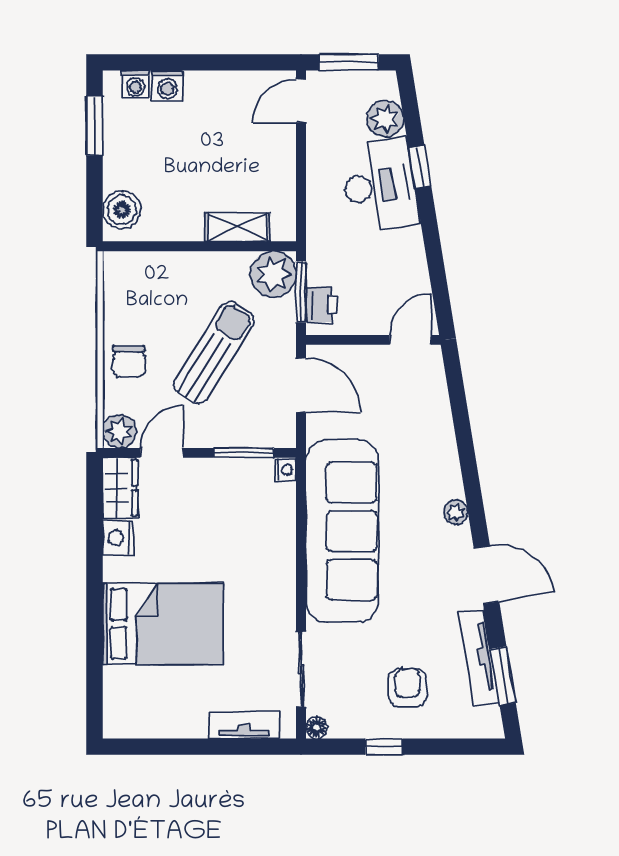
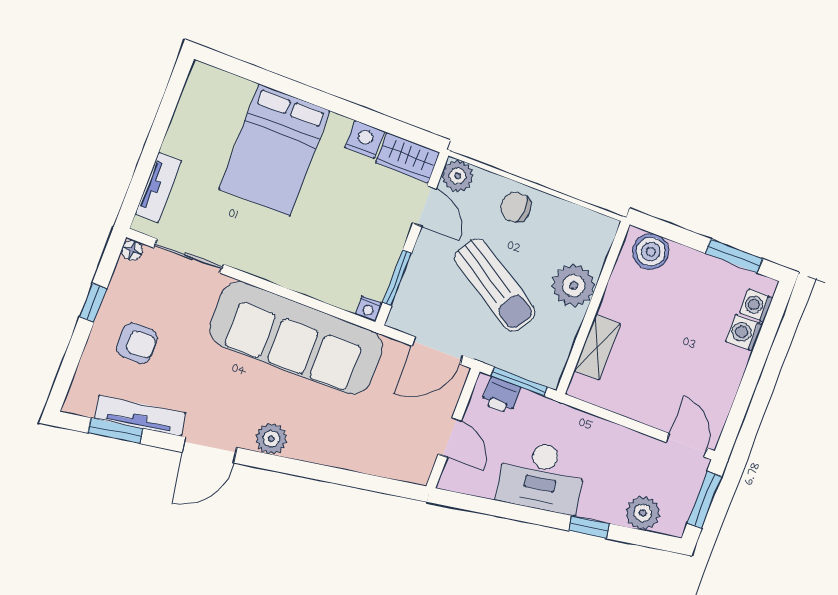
desk: (380, 186) -> (541, 477), moved
plant: (273, 274) -> (574, 285), moved
door: (410, 340) -> (450, 437), moved
plant: (456, 512) -> (271, 439), width x1.38, depth x1.38

